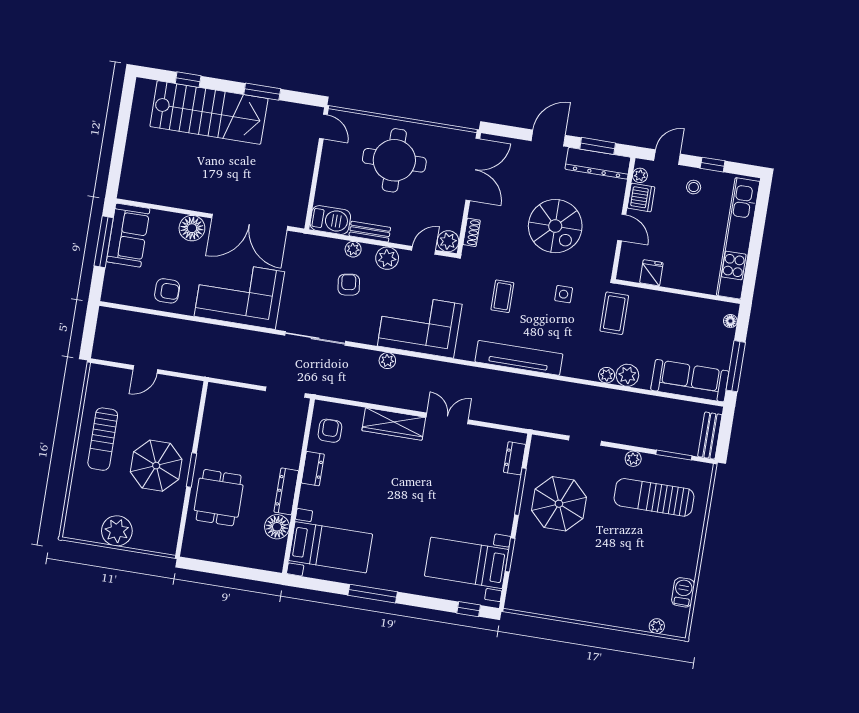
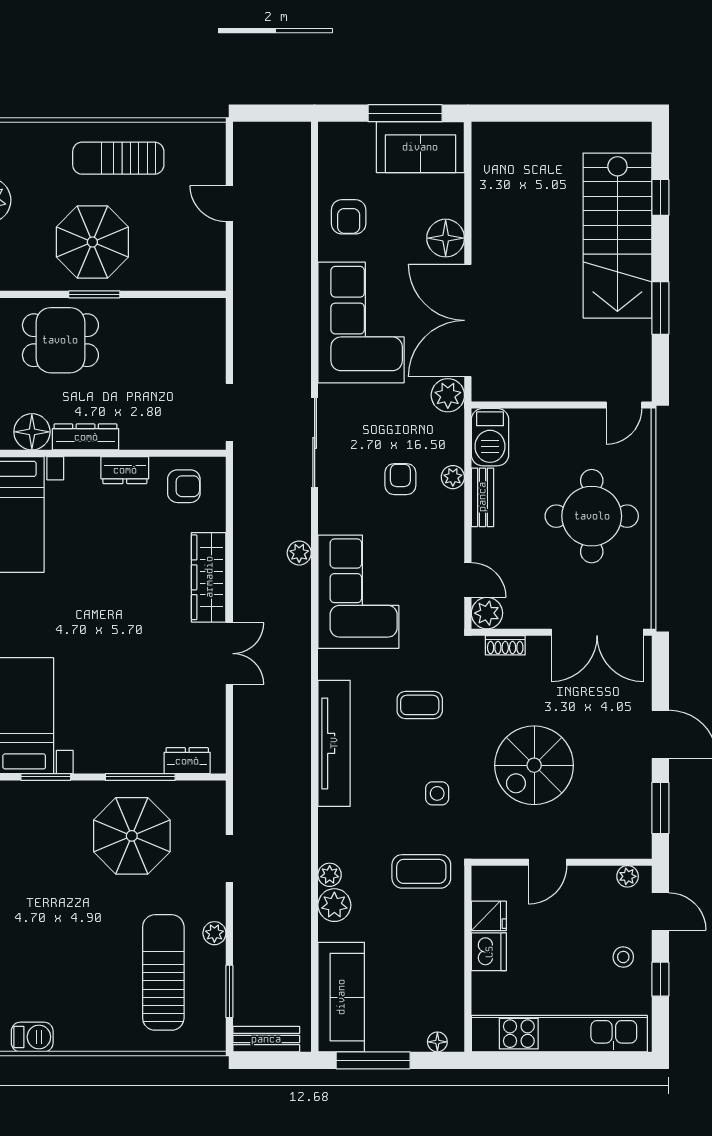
dresser: (598, 163) -> (635, 812), removed
dishwasher: (641, 198) -> (489, 952), moved, turned -90
plant: (387, 258) -> (448, 395), moved
armchair: (349, 285) -> (400, 479), turned -82

